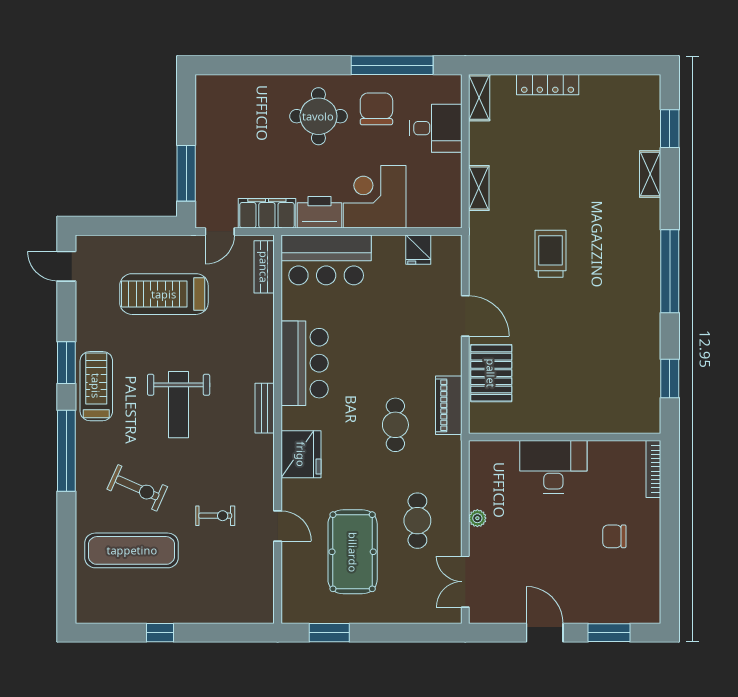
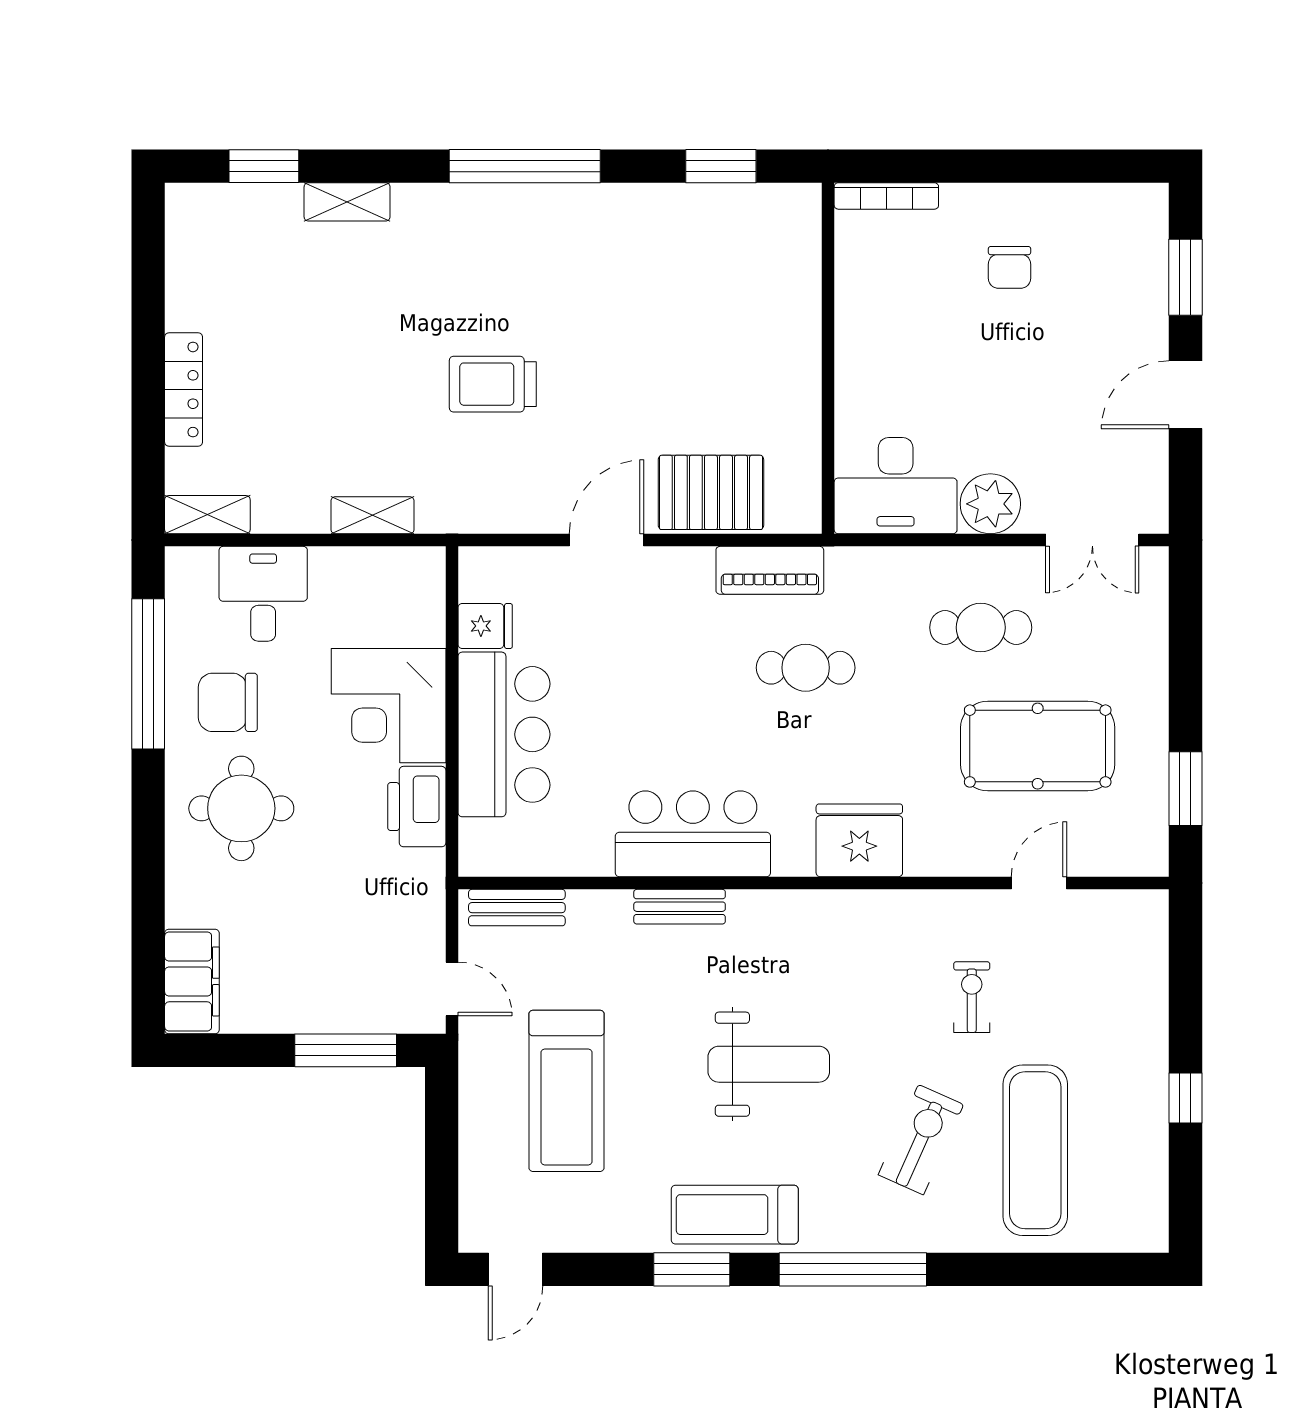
filing cabinet: (267, 213) -> (192, 981), moved, turned 180
bar counter: (326, 260) -> (504, 734), moved
bench: (265, 408) -> (680, 907), moved
desk: (553, 467) -> (896, 486), moved, turned -90
plant: (477, 518) -> (990, 504), width x1.88, depth x1.88
door: (278, 526) -> (1039, 883), moved

